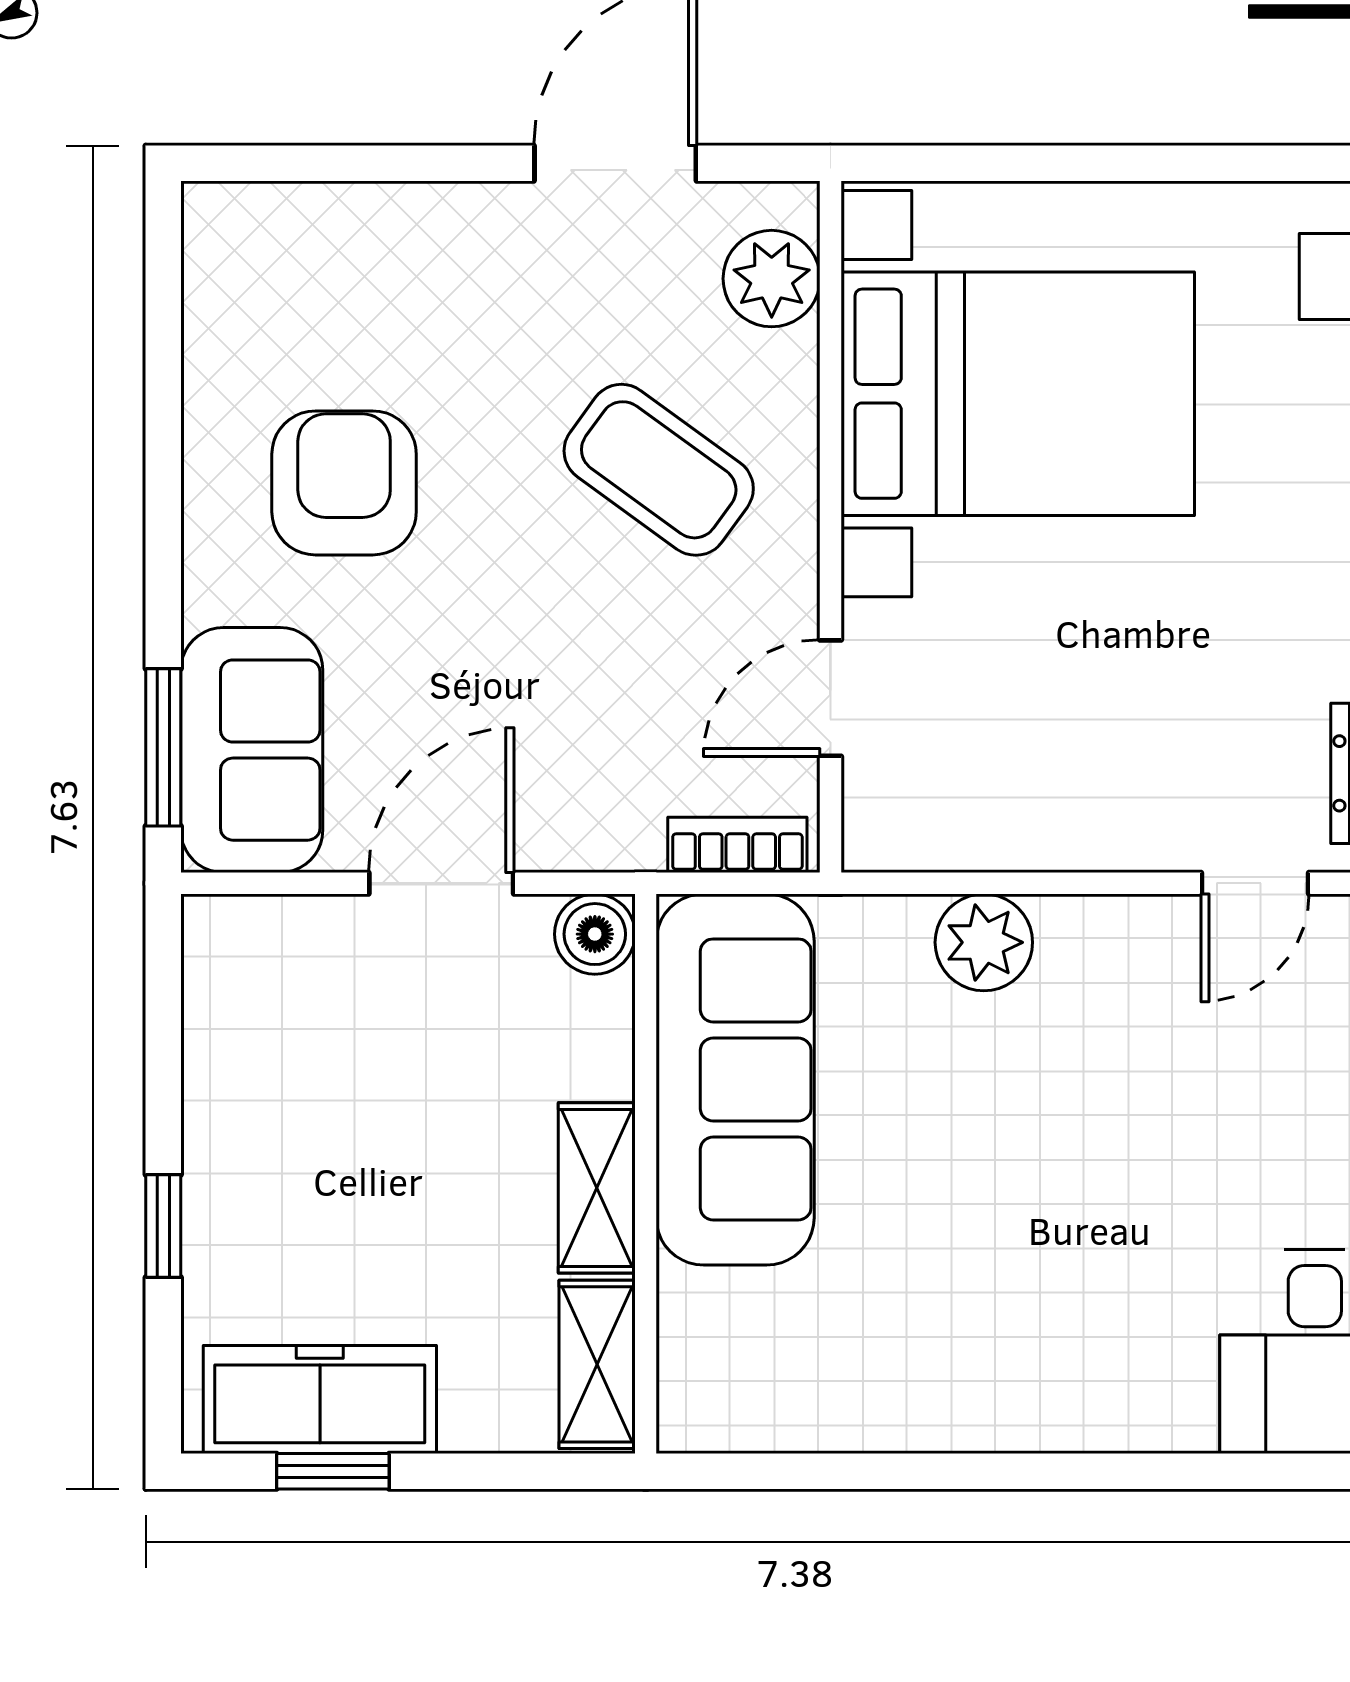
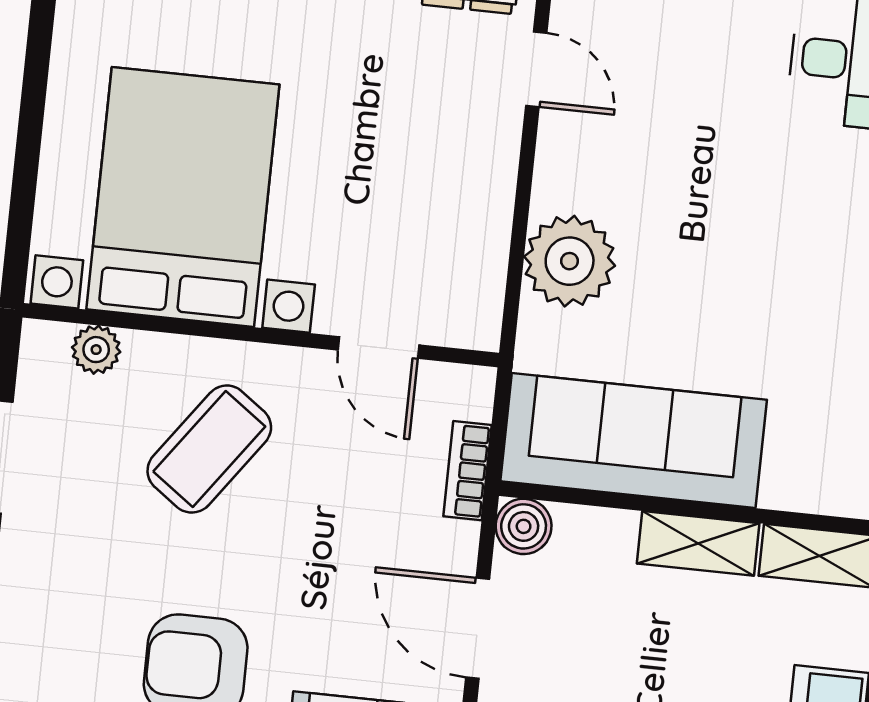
plant: (772, 279) -> (96, 350), width x0.73, depth x0.73
bookcase: (737, 845) -> (467, 471), moved
plant: (984, 942) -> (570, 261), width x1.36, depth x1.36

